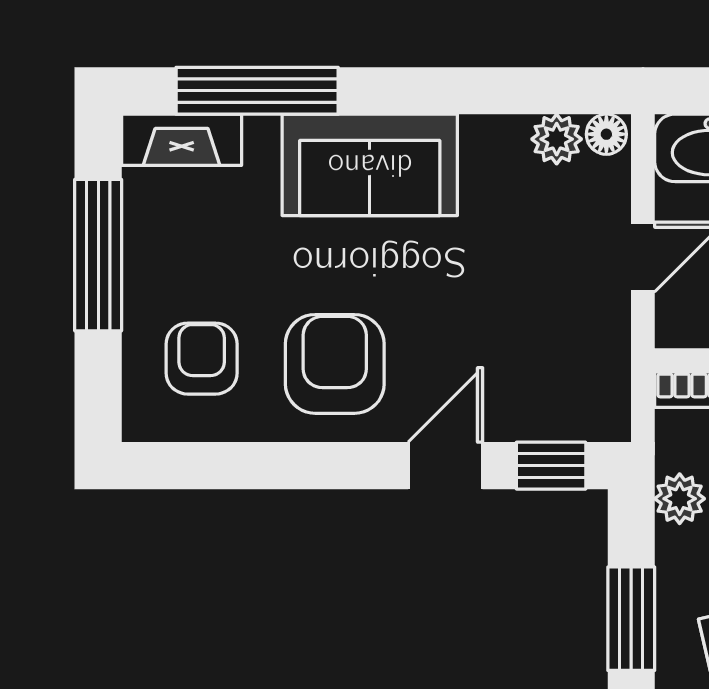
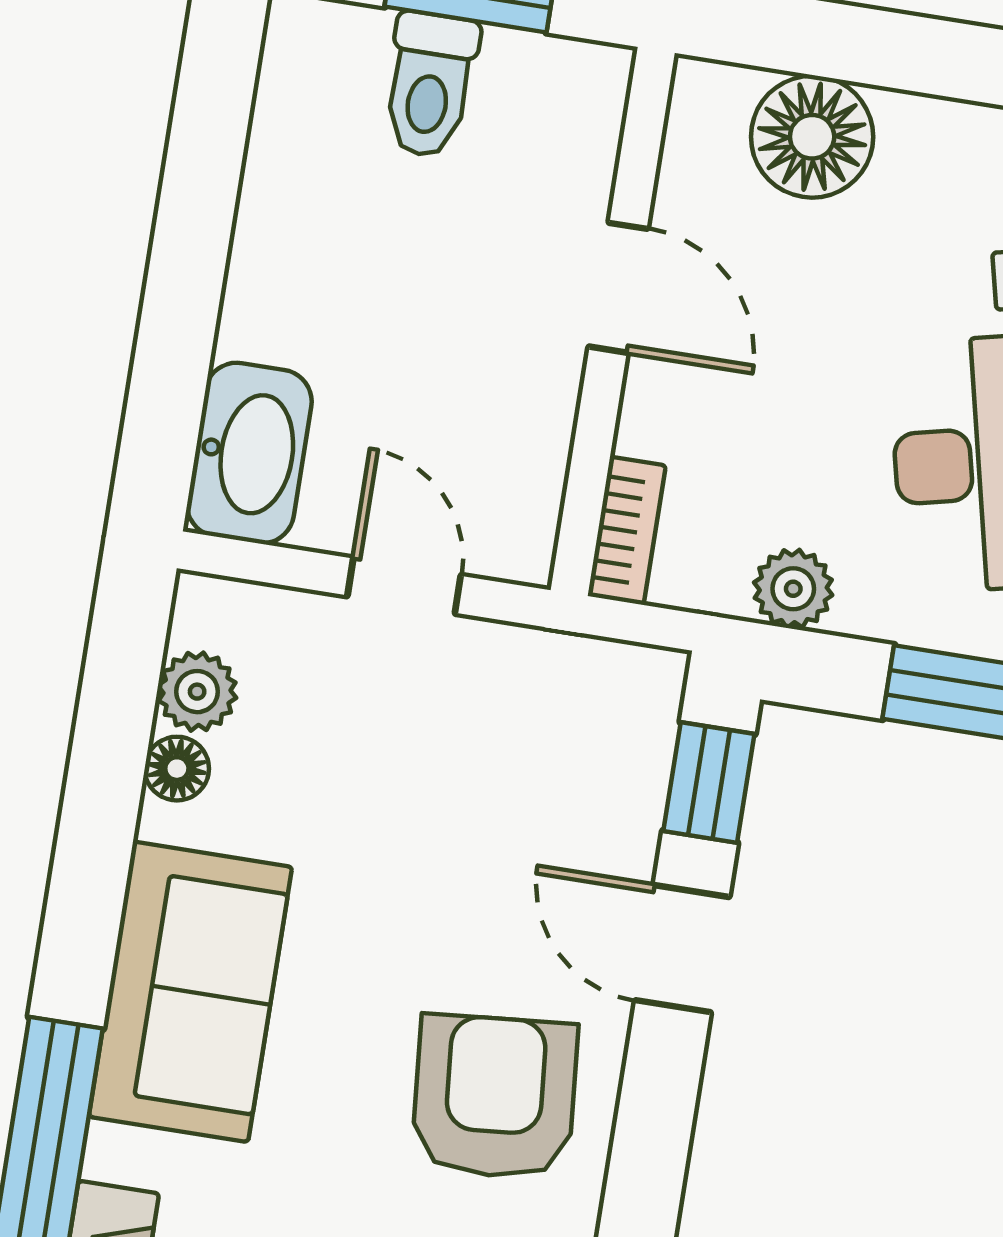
floor lamp: (606, 134) -> (177, 769), moved
armchair: (335, 364) -> (495, 1097), turned 85

